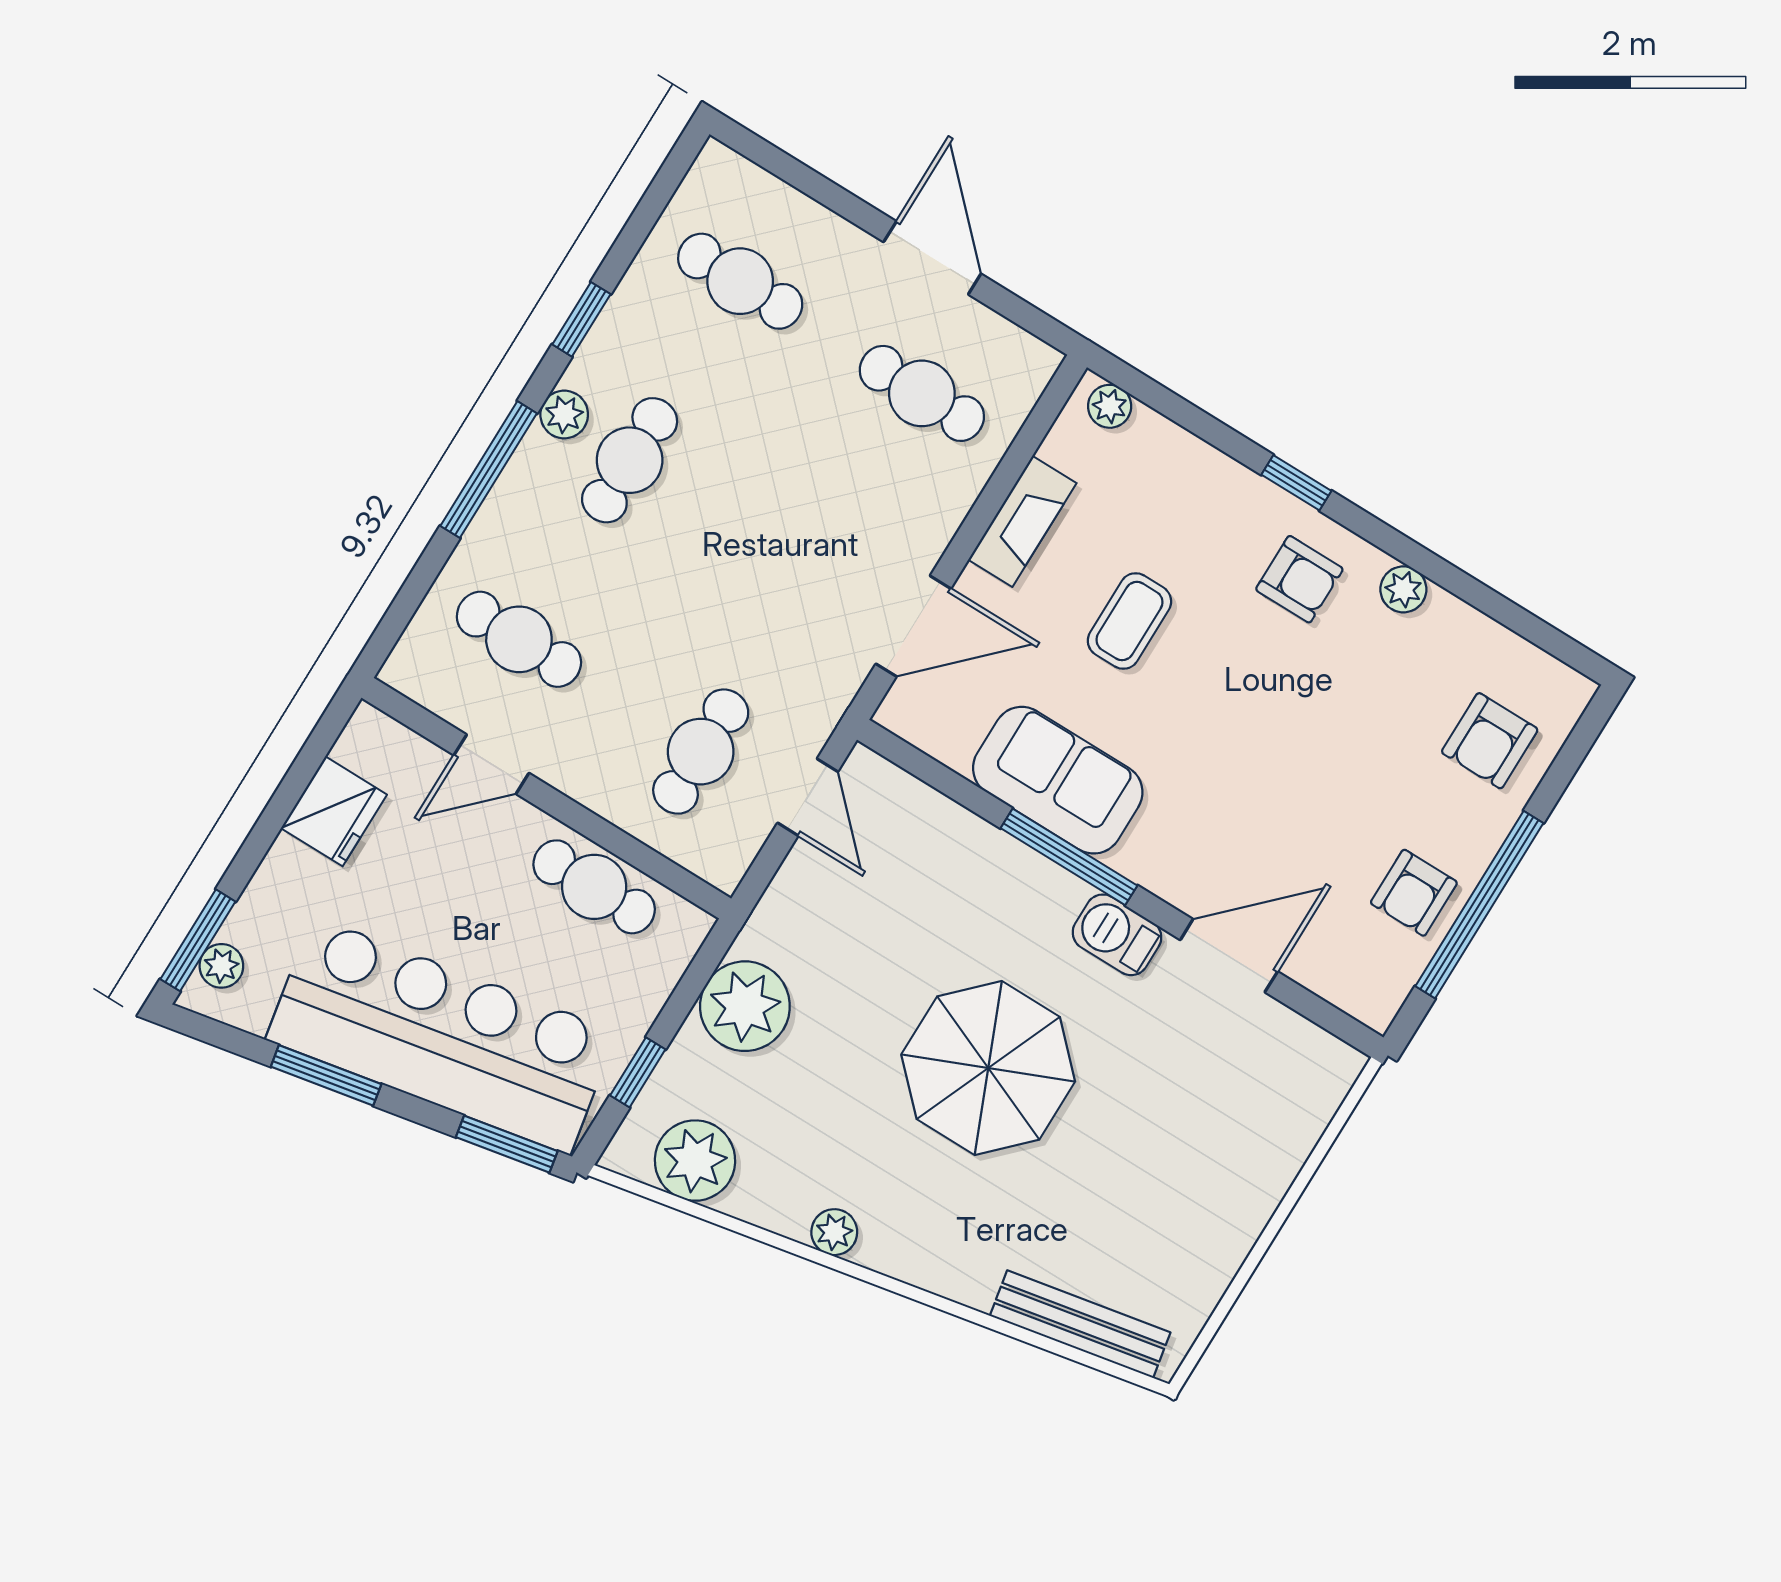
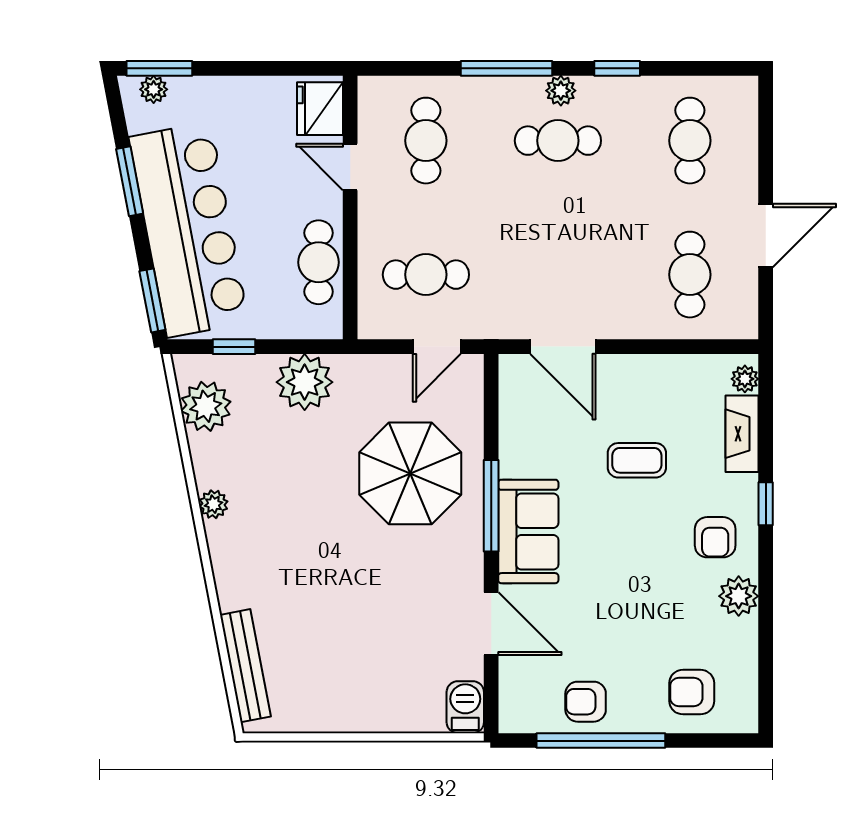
fireplace: (1022, 521) -> (742, 434), moved, turned 90
plant: (1403, 589) -> (739, 596), width x1.38, depth x1.38
sofa: (1058, 780) -> (528, 531), moved
fridge: (334, 811) -> (320, 109), moved, turned 90
barbecue: (1117, 935) -> (465, 707), moved
parasol: (988, 1068) -> (410, 473), moved

